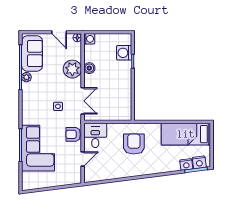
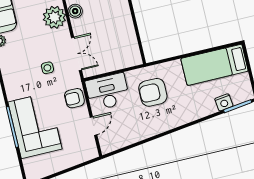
desk: (95, 135) -> (108, 92), width x1.37
armchair: (134, 144) -> (153, 92), turned -90
nightstand: (199, 162) -> (239, 96), removed

